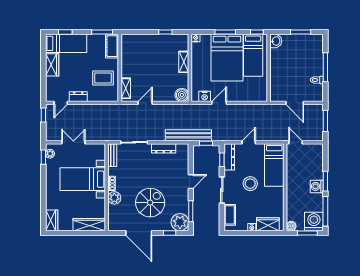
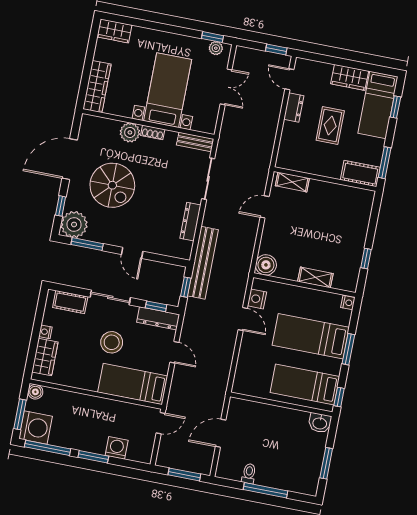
bed: (227, 58) -> (311, 336), width x0.67
rug: (103, 78) -> (330, 125), moved
door: (145, 103) -> (265, 207), swing flipped
washing machine: (317, 186) -> (117, 448), moved

